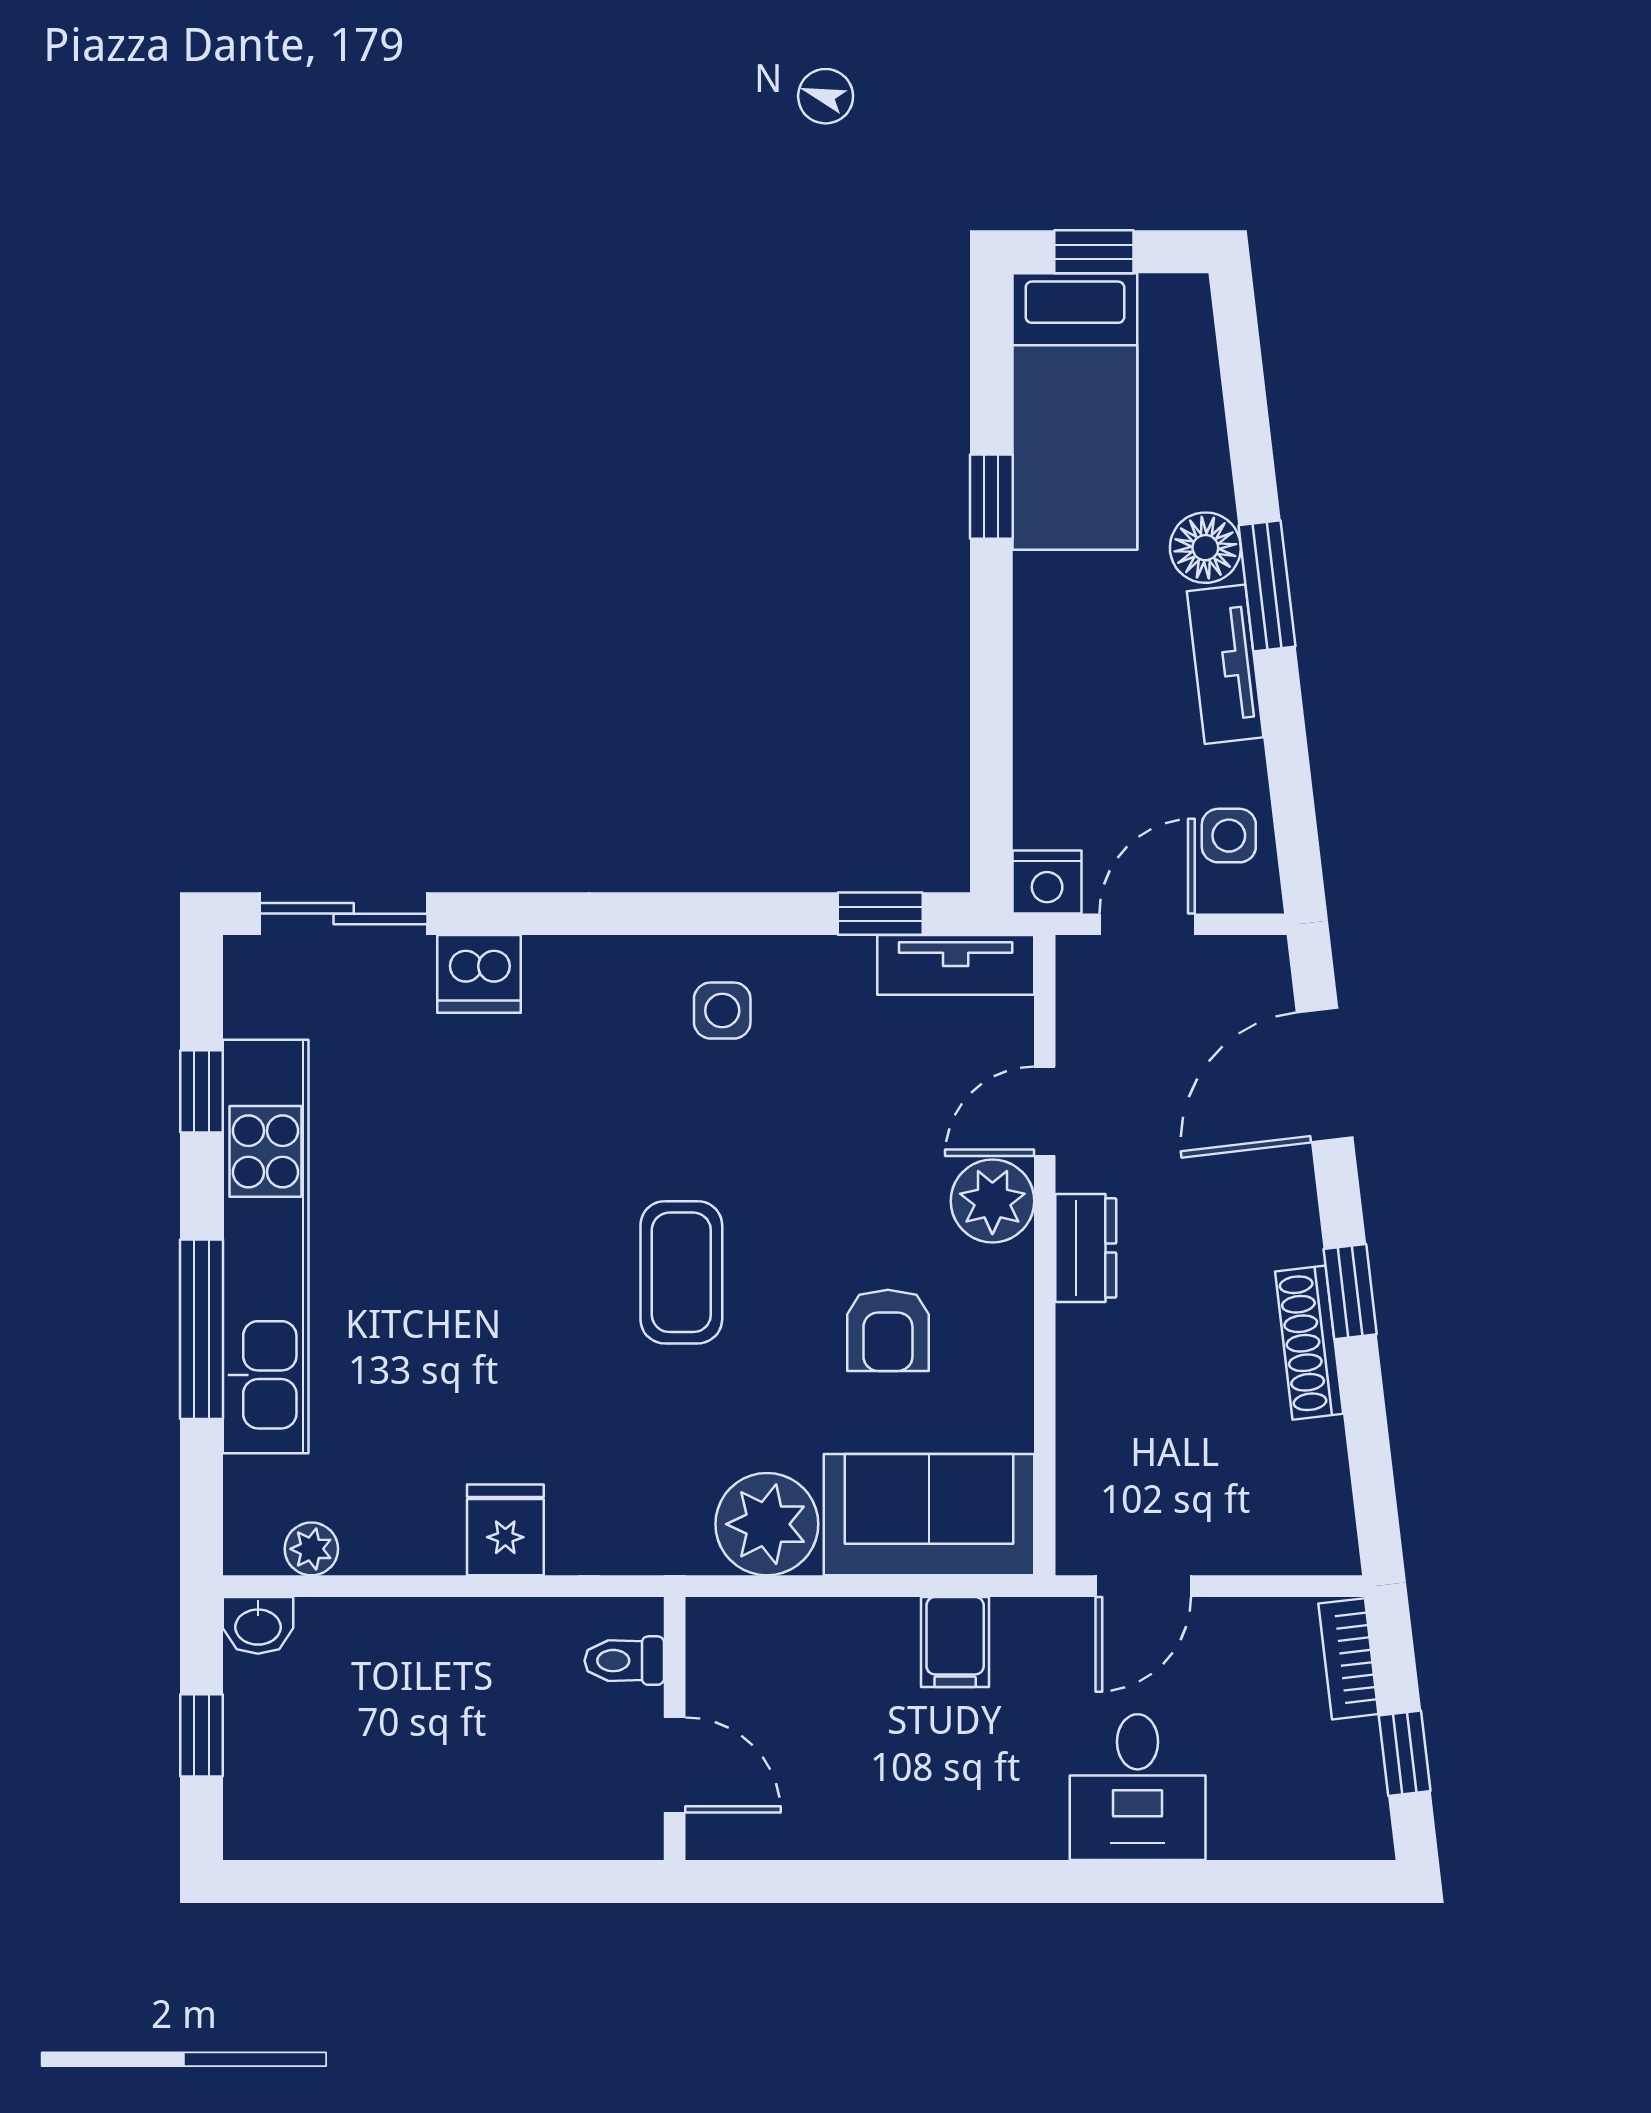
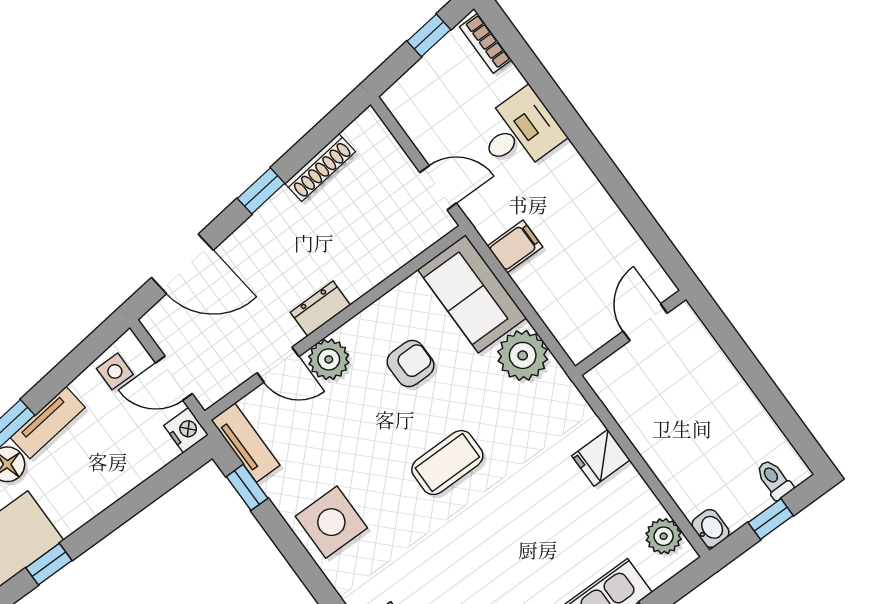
side table: (722, 1011) -> (331, 522), width x1.87, depth x1.87
shoe rack: (1309, 1343) -> (320, 168), moved
plant: (311, 1549) -> (664, 536), width x1.38, depth x1.38
bookcase: (1348, 1659) -> (486, 43), moved, turned 97
toilet: (624, 1661) -> (774, 479), moved, turned 180

